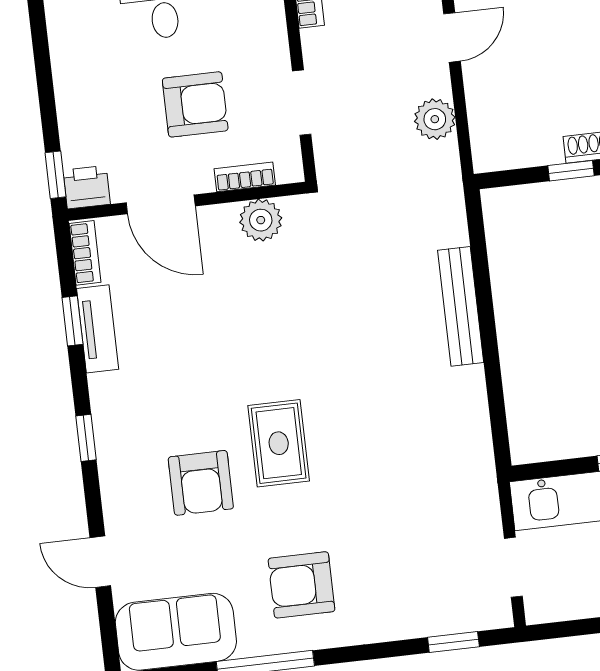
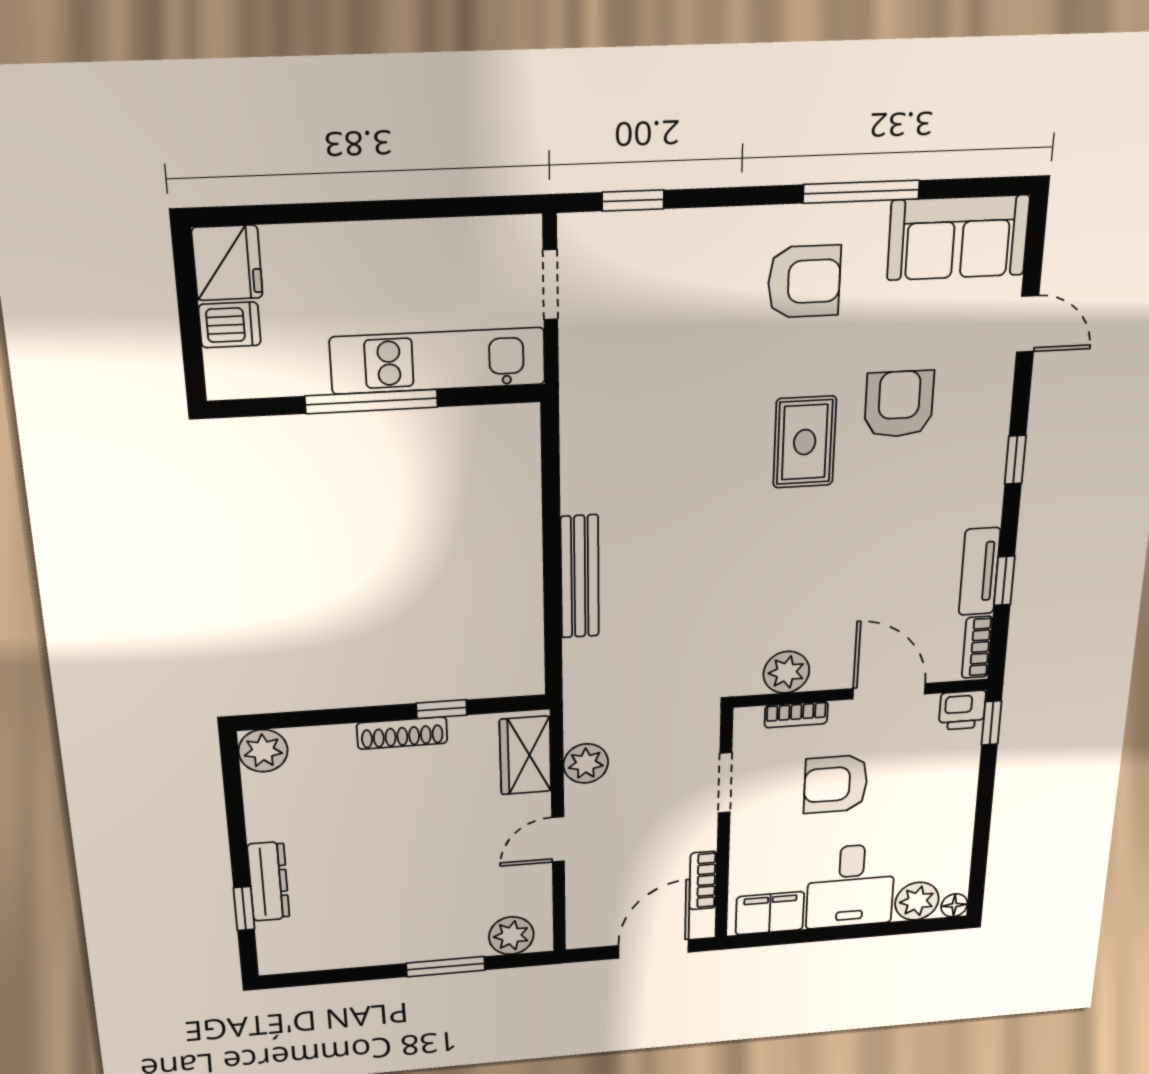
wardrobe: (491, 126) -> (525, 755), added

